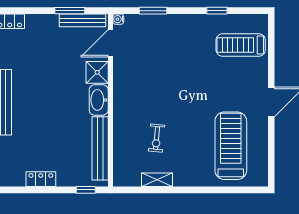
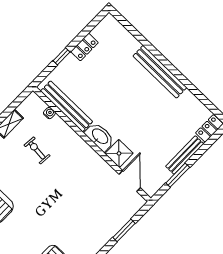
water cooler: (118, 19) -> (49, 113), moved
bench: (83, 20) -> (185, 155), moved
window: (86, 190) -> (61, 56), moved

